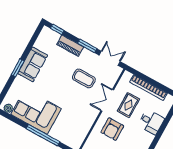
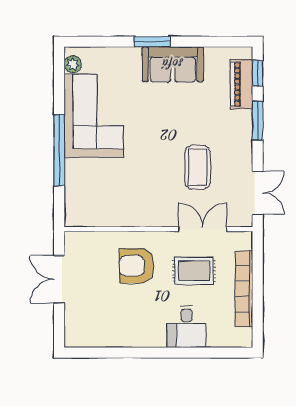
piano: (70, 46) -> (242, 84), moved
window: (87, 46) -> (258, 121), moved
double door: (107, 100) -> (203, 229), moved

